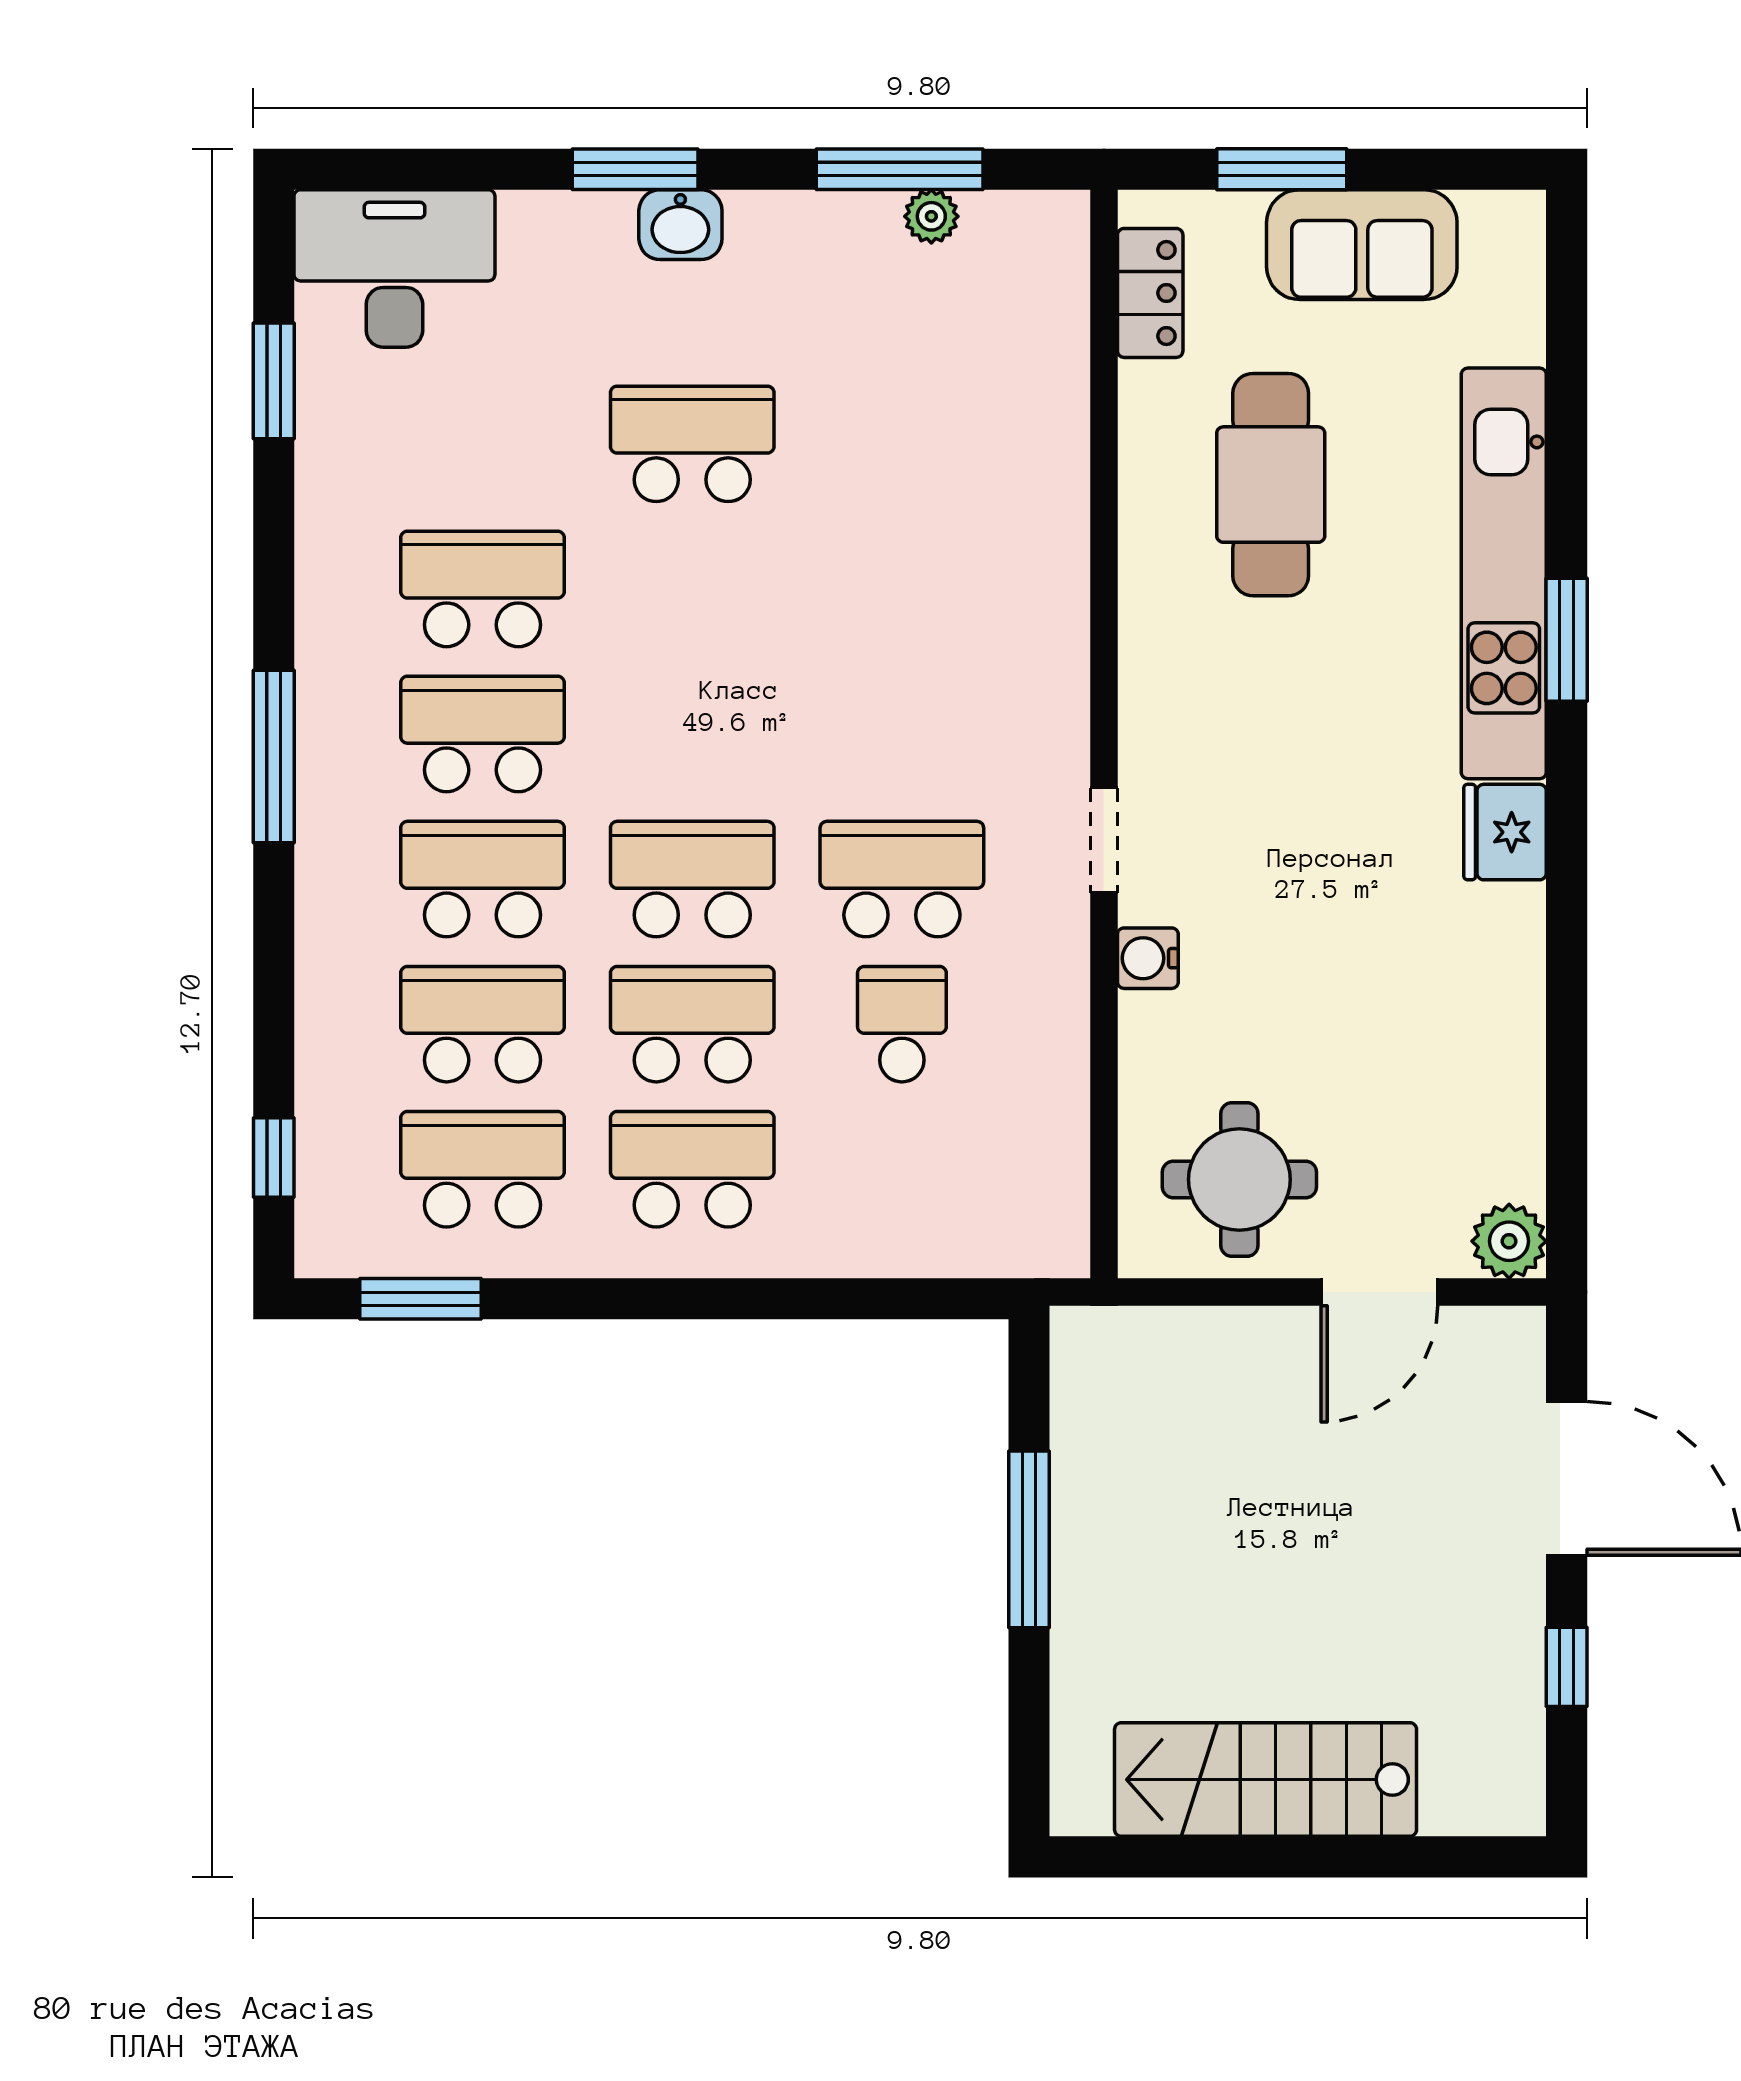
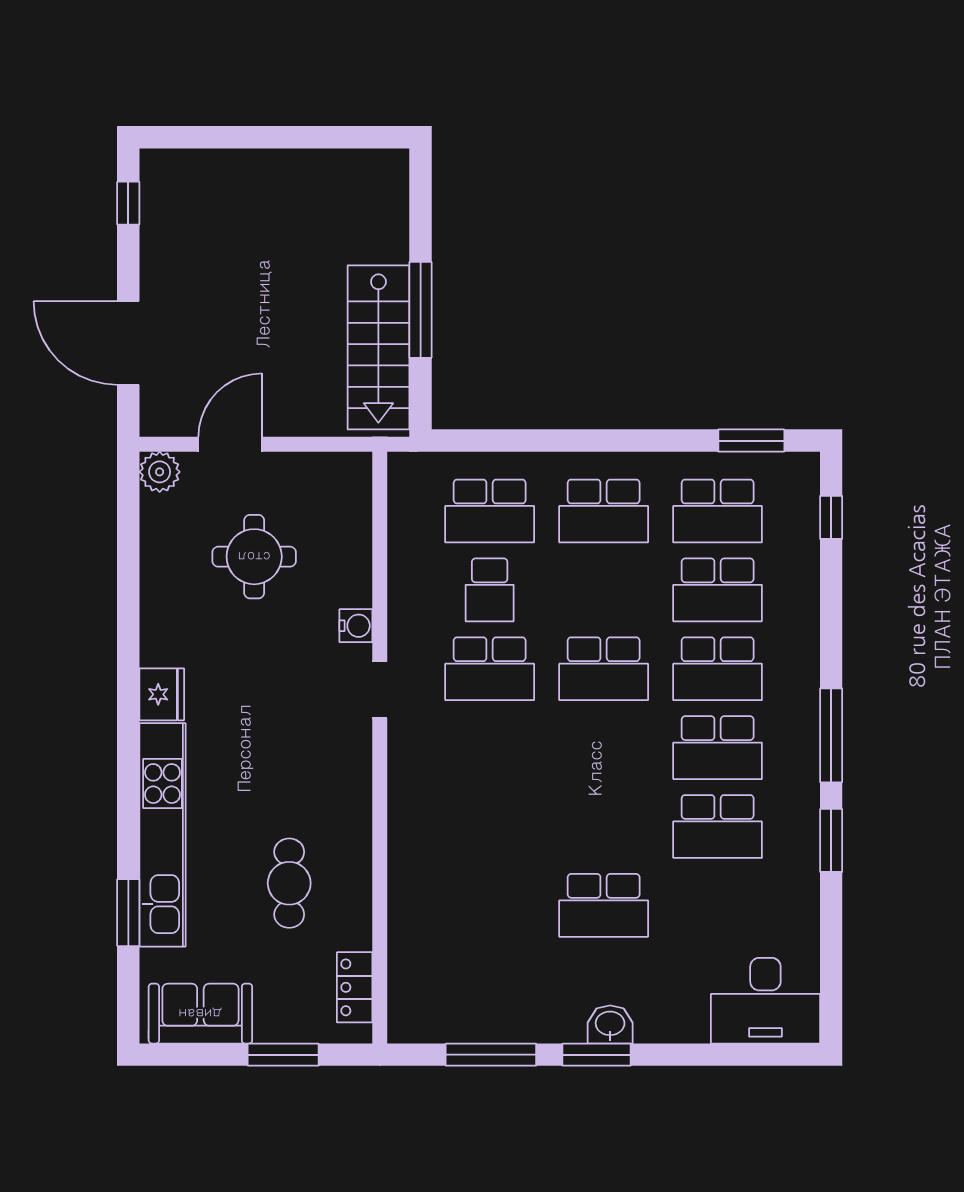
window: (635, 169) -> (597, 1055), moved
plant: (931, 216) -> (474, 1029), removed
sofa: (1362, 245) -> (200, 1014), moved
window: (274, 381) -> (831, 840), moved
cafe table: (1271, 485) -> (289, 883), width x0.73, depth x0.74
window: (1567, 640) -> (128, 913), moved
school desk: (692, 1024) -> (490, 511), moved
round table: (1239, 1180) -> (254, 557), moved
window: (1567, 1667) -> (128, 203), moved
stairs: (1266, 1780) -> (378, 347), moved, turned 90

